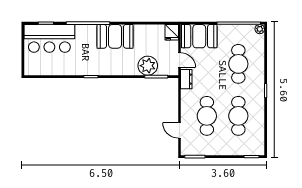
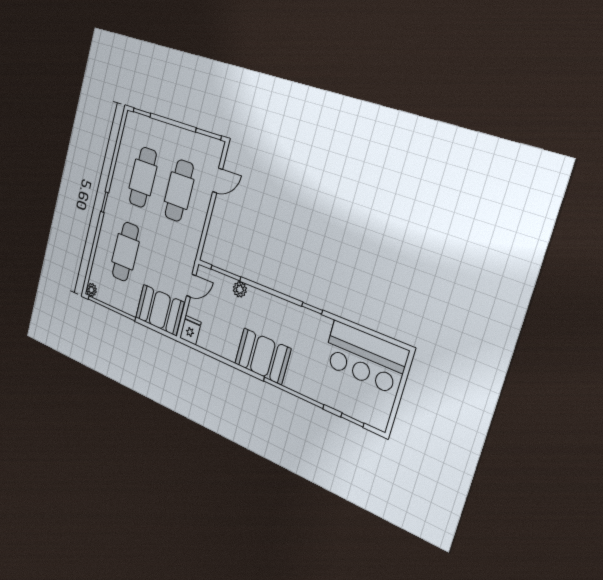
bar counter: (49, 38) -> (365, 357), moved, turned 180
door: (179, 60) -> (191, 286), swing flipped
plant: (148, 66) -> (240, 289), width x0.53, depth x0.53
dresser: (186, 79) -> (190, 254), removed
door: (179, 130) -> (218, 181), hinge flipped

